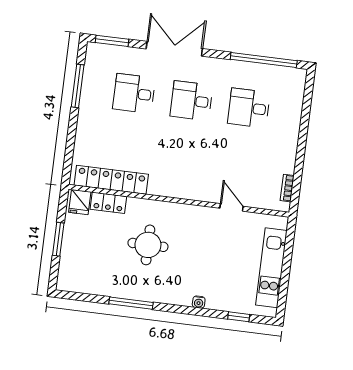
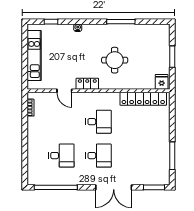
desk: (134, 93) -> (99, 122), moved
locker: (108, 203) -> (87, 84), moved

